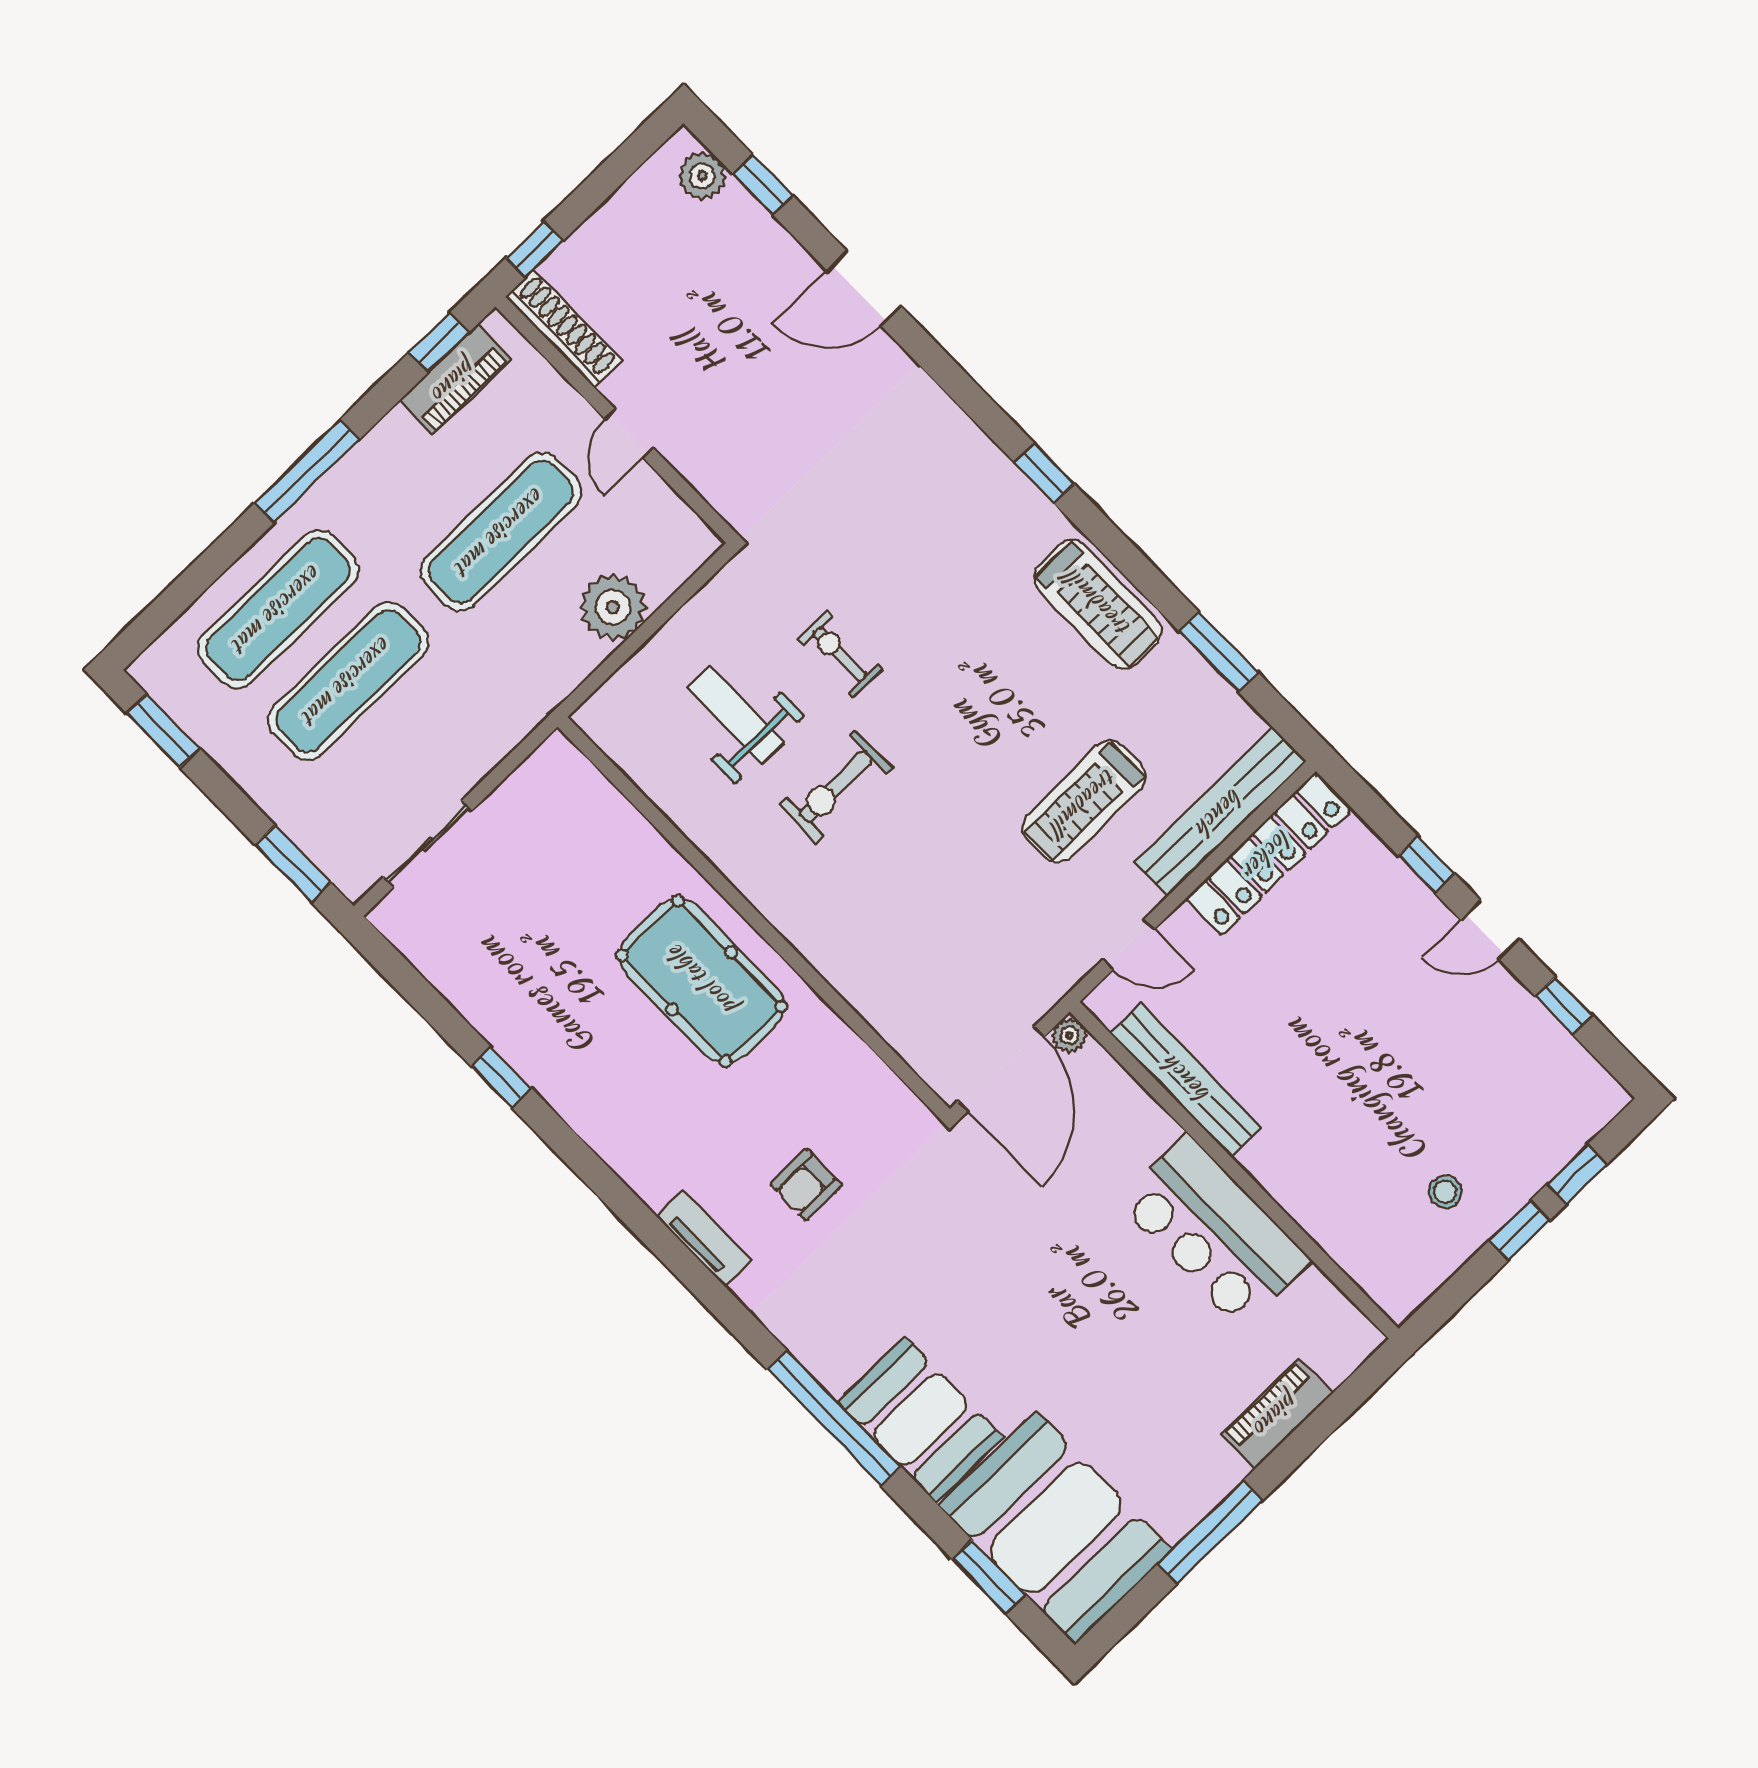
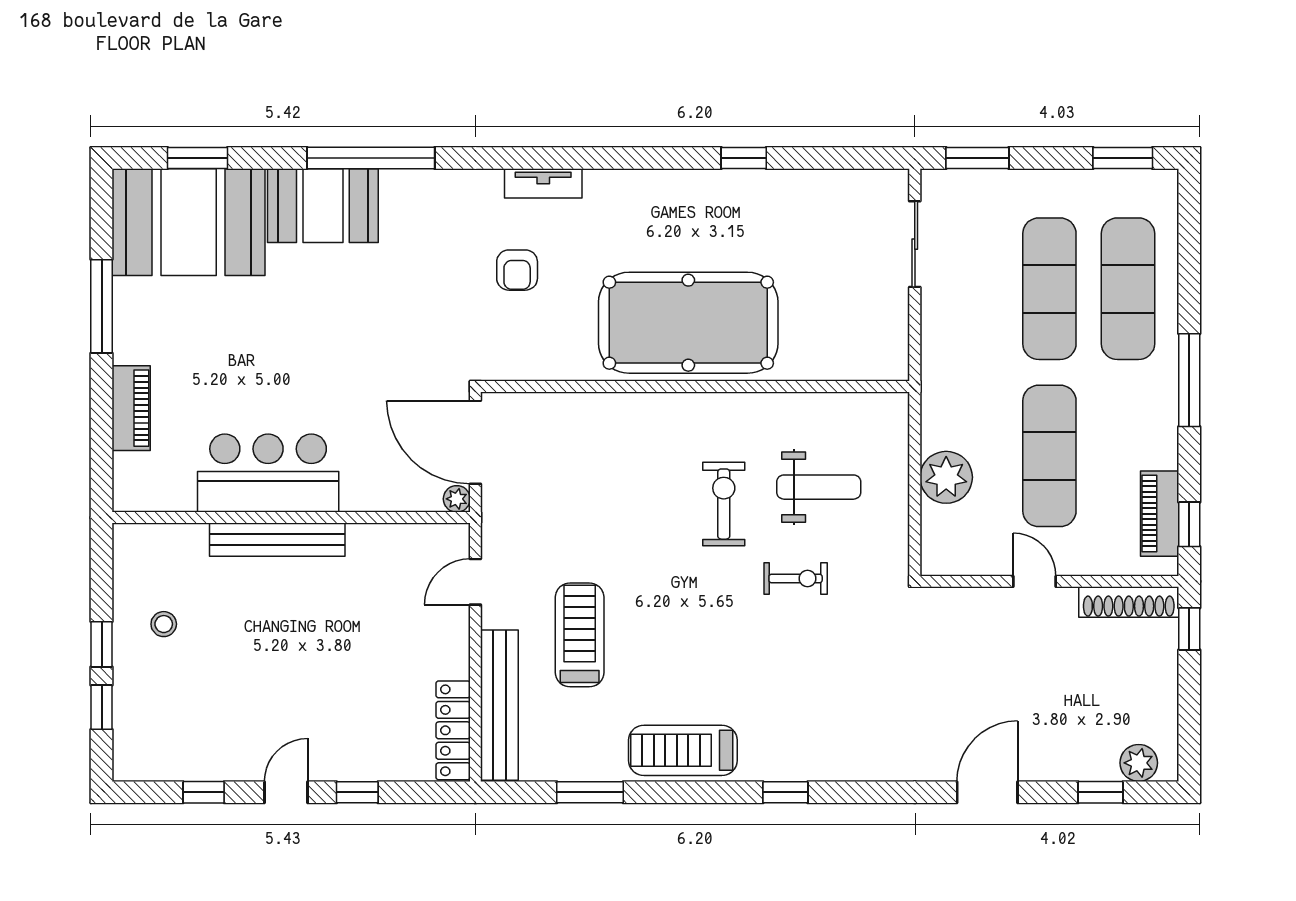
locker: (1268, 854) -> (453, 730), width x0.71, depth x0.83
pool table: (702, 981) -> (688, 323), width x1.36, depth x1.32
bench: (1186, 1080) -> (277, 540), moved
armchair: (806, 1184) -> (517, 270), turned 180

